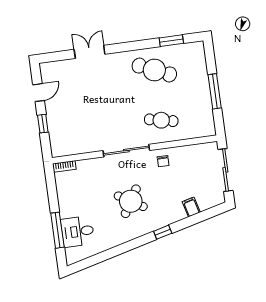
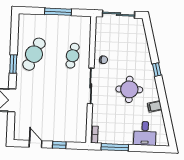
window: (171, 41) -> (13, 64), moved
round table: (131, 201) -> (129, 89), turned -31
filing cabinet: (191, 207) -> (155, 106), moved
window: (57, 230) -> (115, 147), moved

